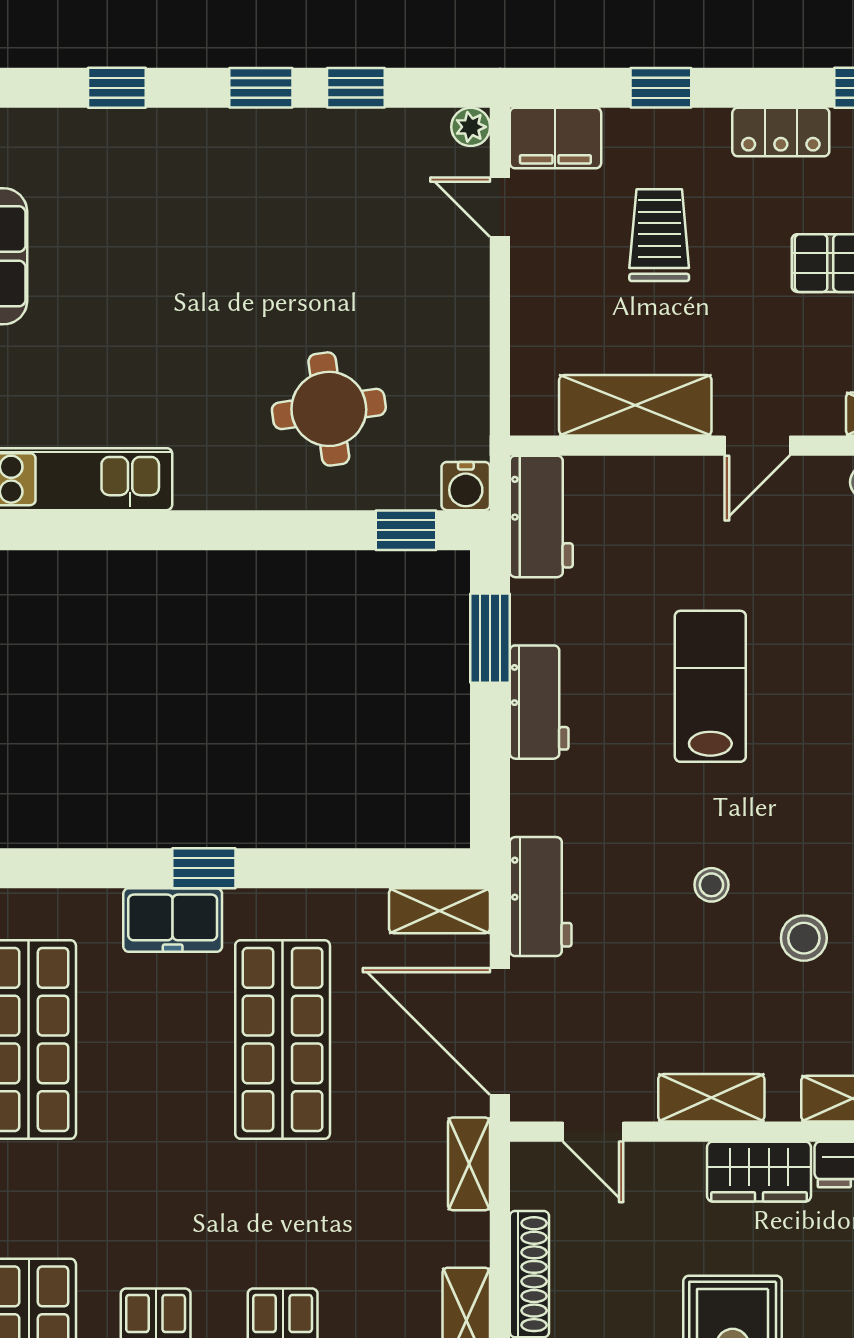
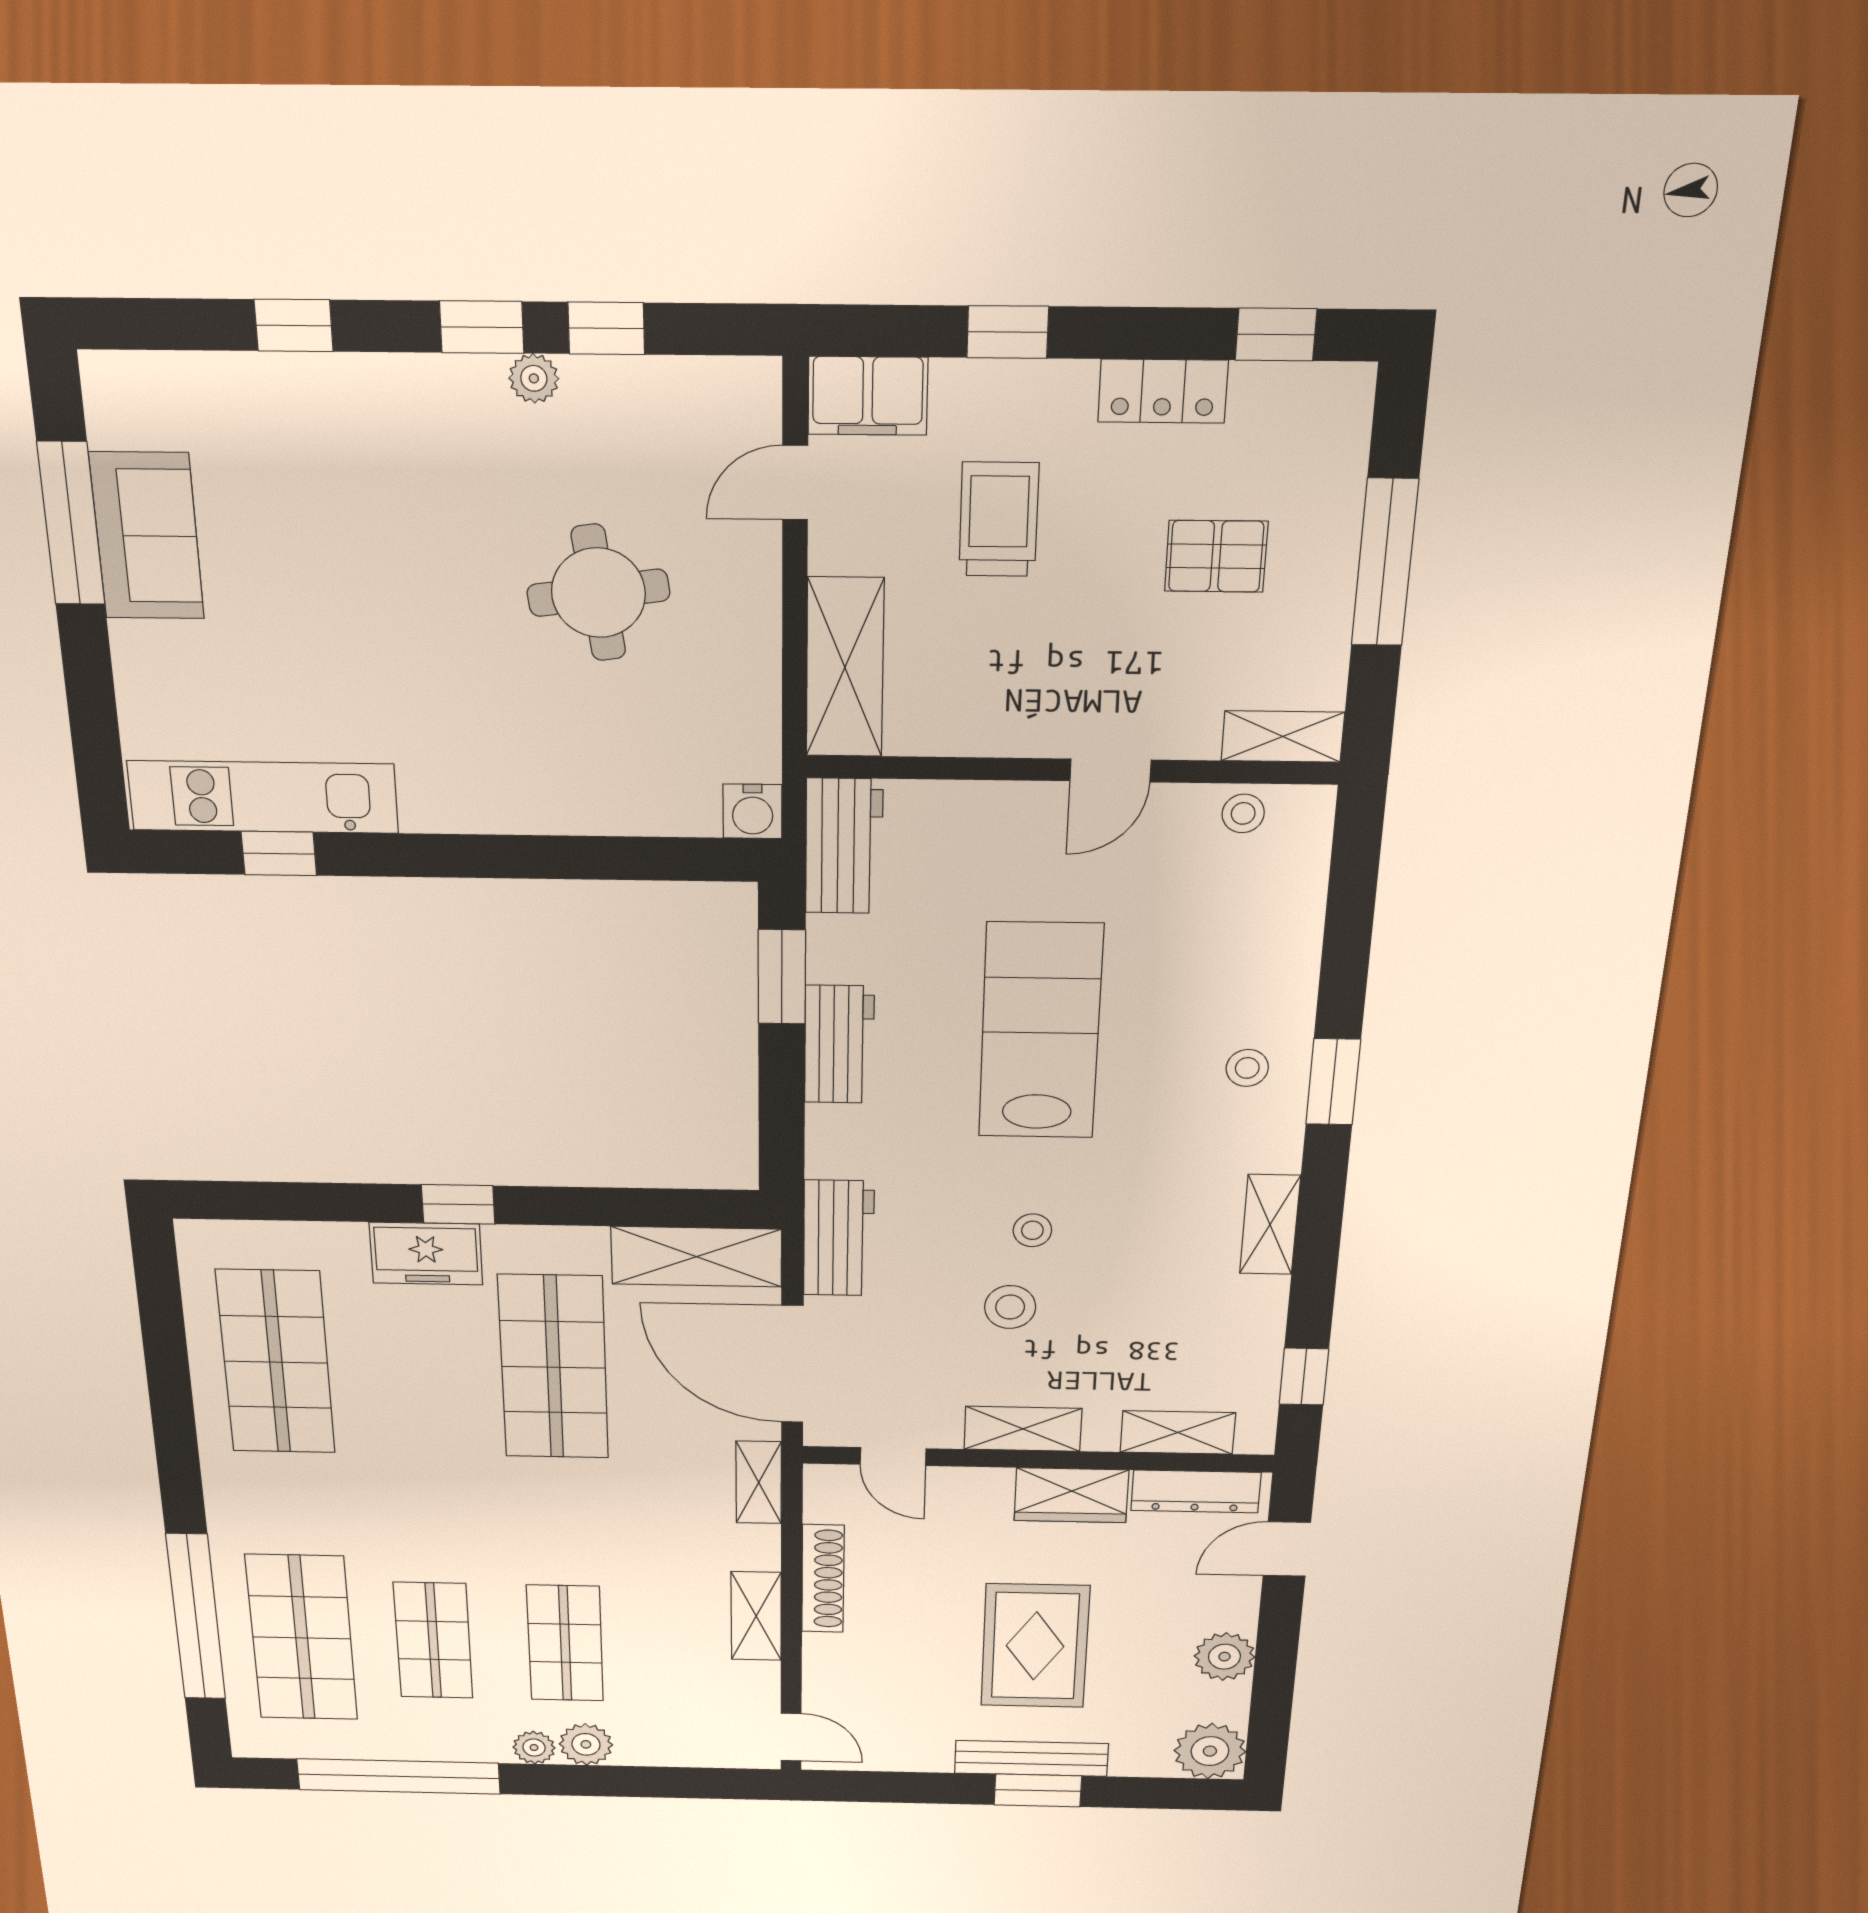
plant: (471, 127) -> (534, 378), moved
door: (500, 207) -> (795, 483), hinge flipped
shelving: (635, 405) -> (845, 668), moved, turned 90
round table: (329, 409) -> (598, 593), moved
window: (406, 530) -> (279, 854), moved
lab bench: (710, 686) -> (1040, 1031), width x1.36, depth x1.39
shelving: (440, 911) -> (696, 1257), width x1.50, depth x1.33
stool: (804, 938) -> (1010, 1307), moved

